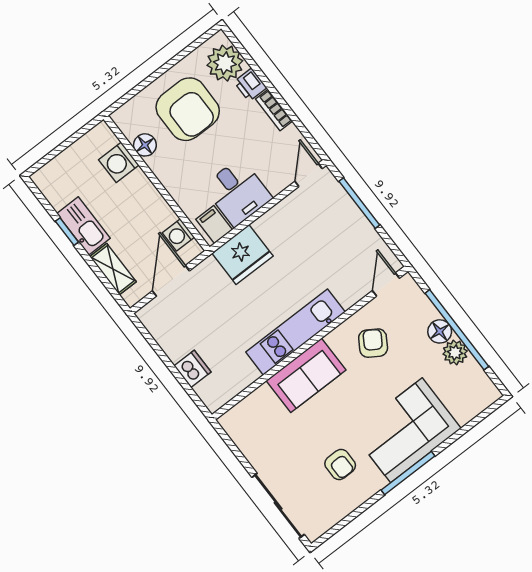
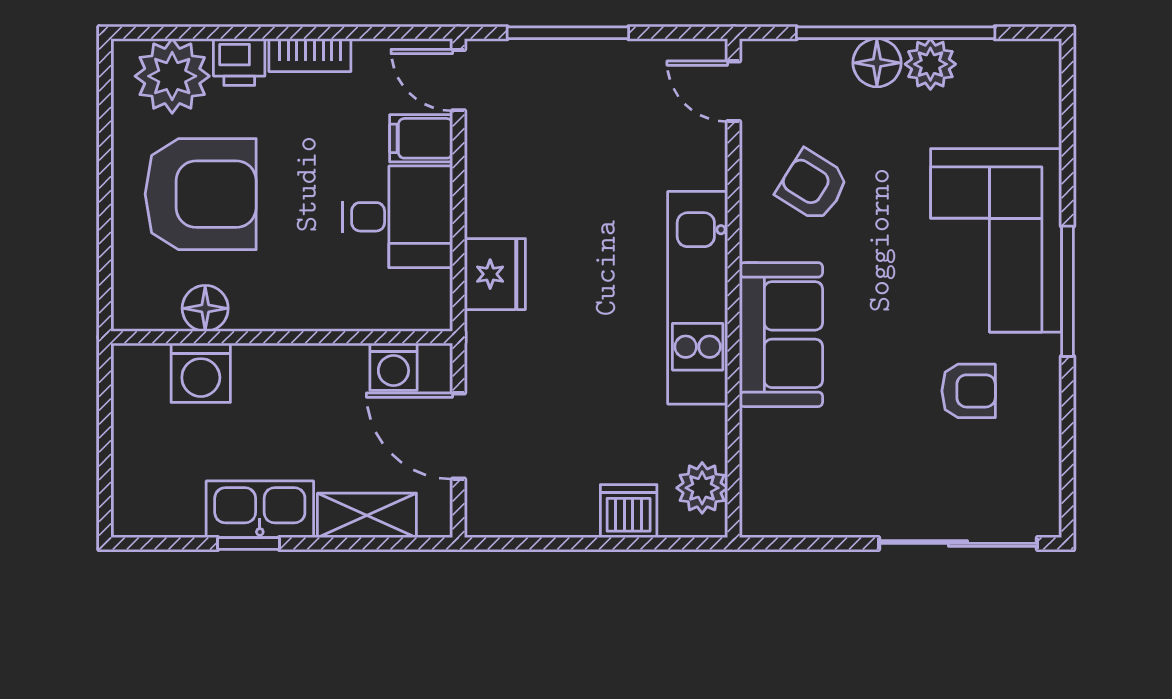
filing cabinet: (214, 224) -> (421, 138), moved
fridge: (242, 255) -> (495, 274), width x0.73, depth x0.75
plant: (223, 390) -> (702, 488), added

